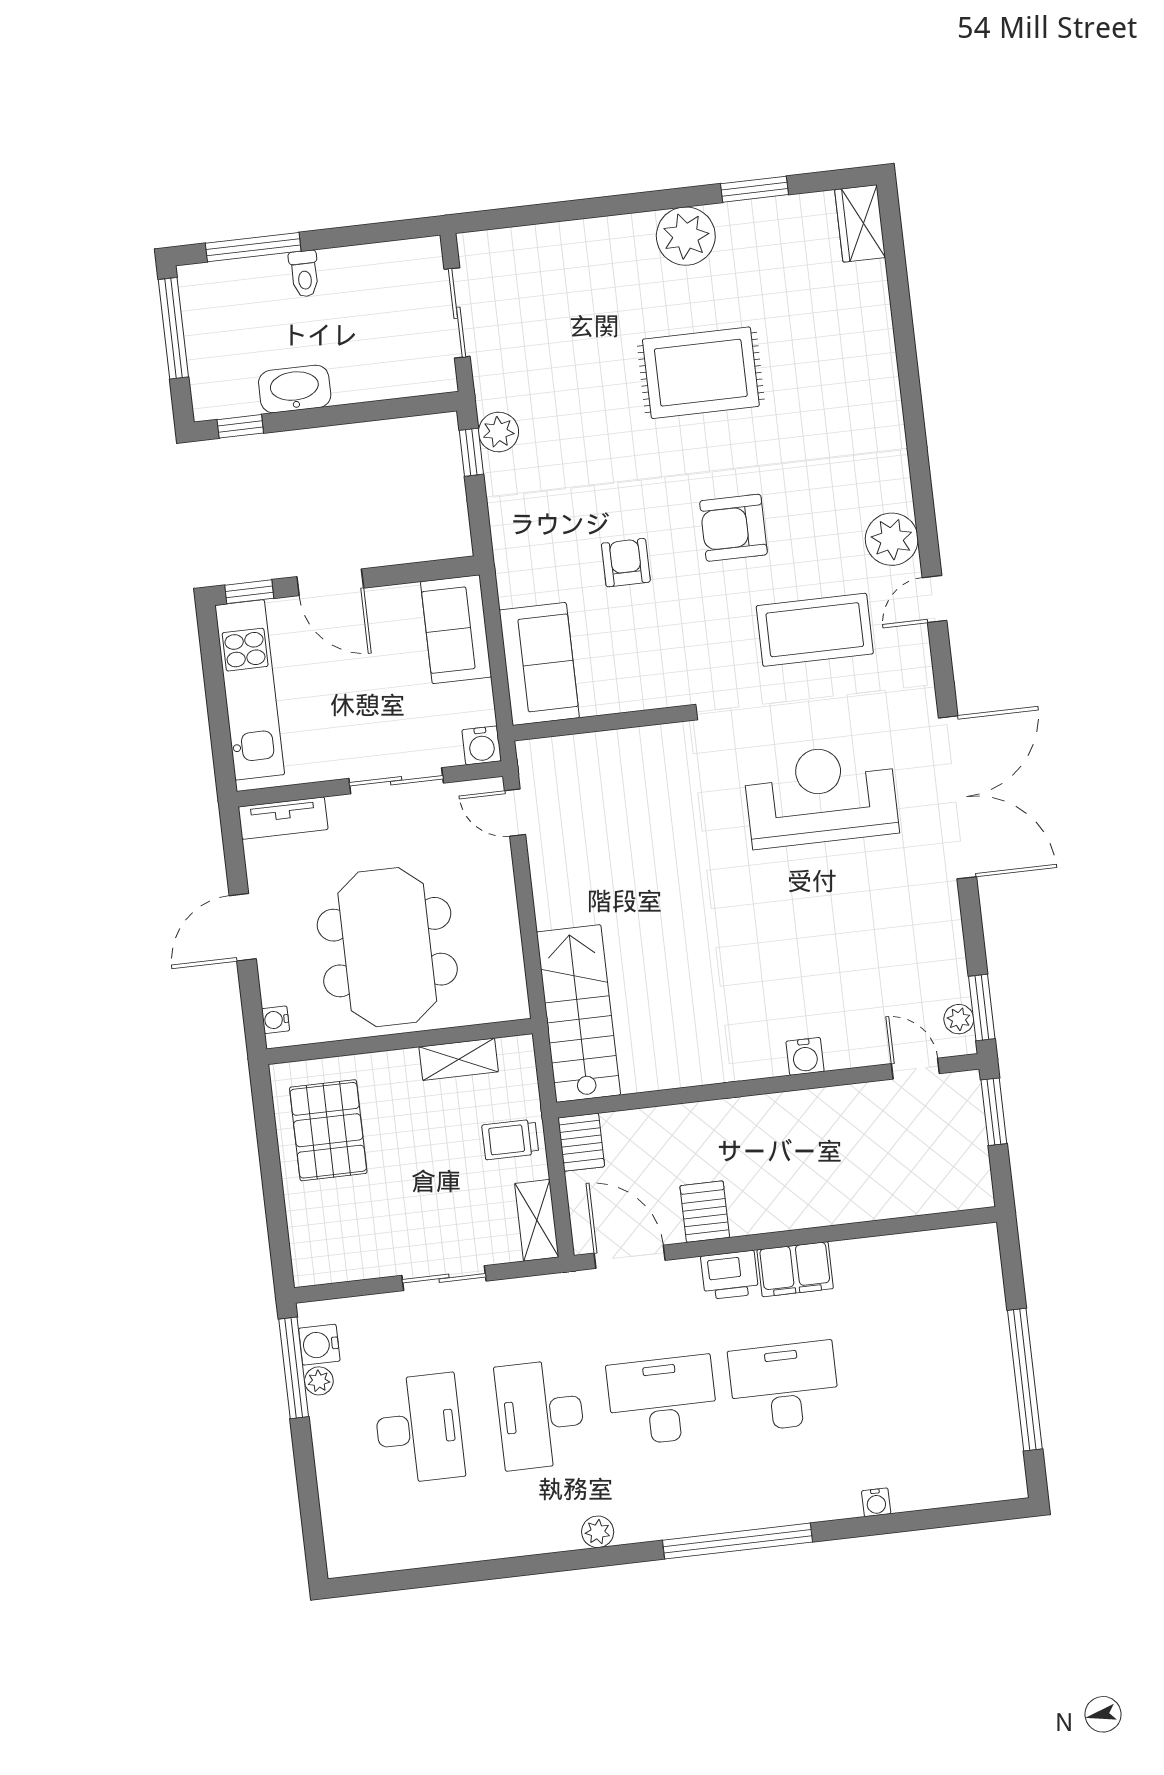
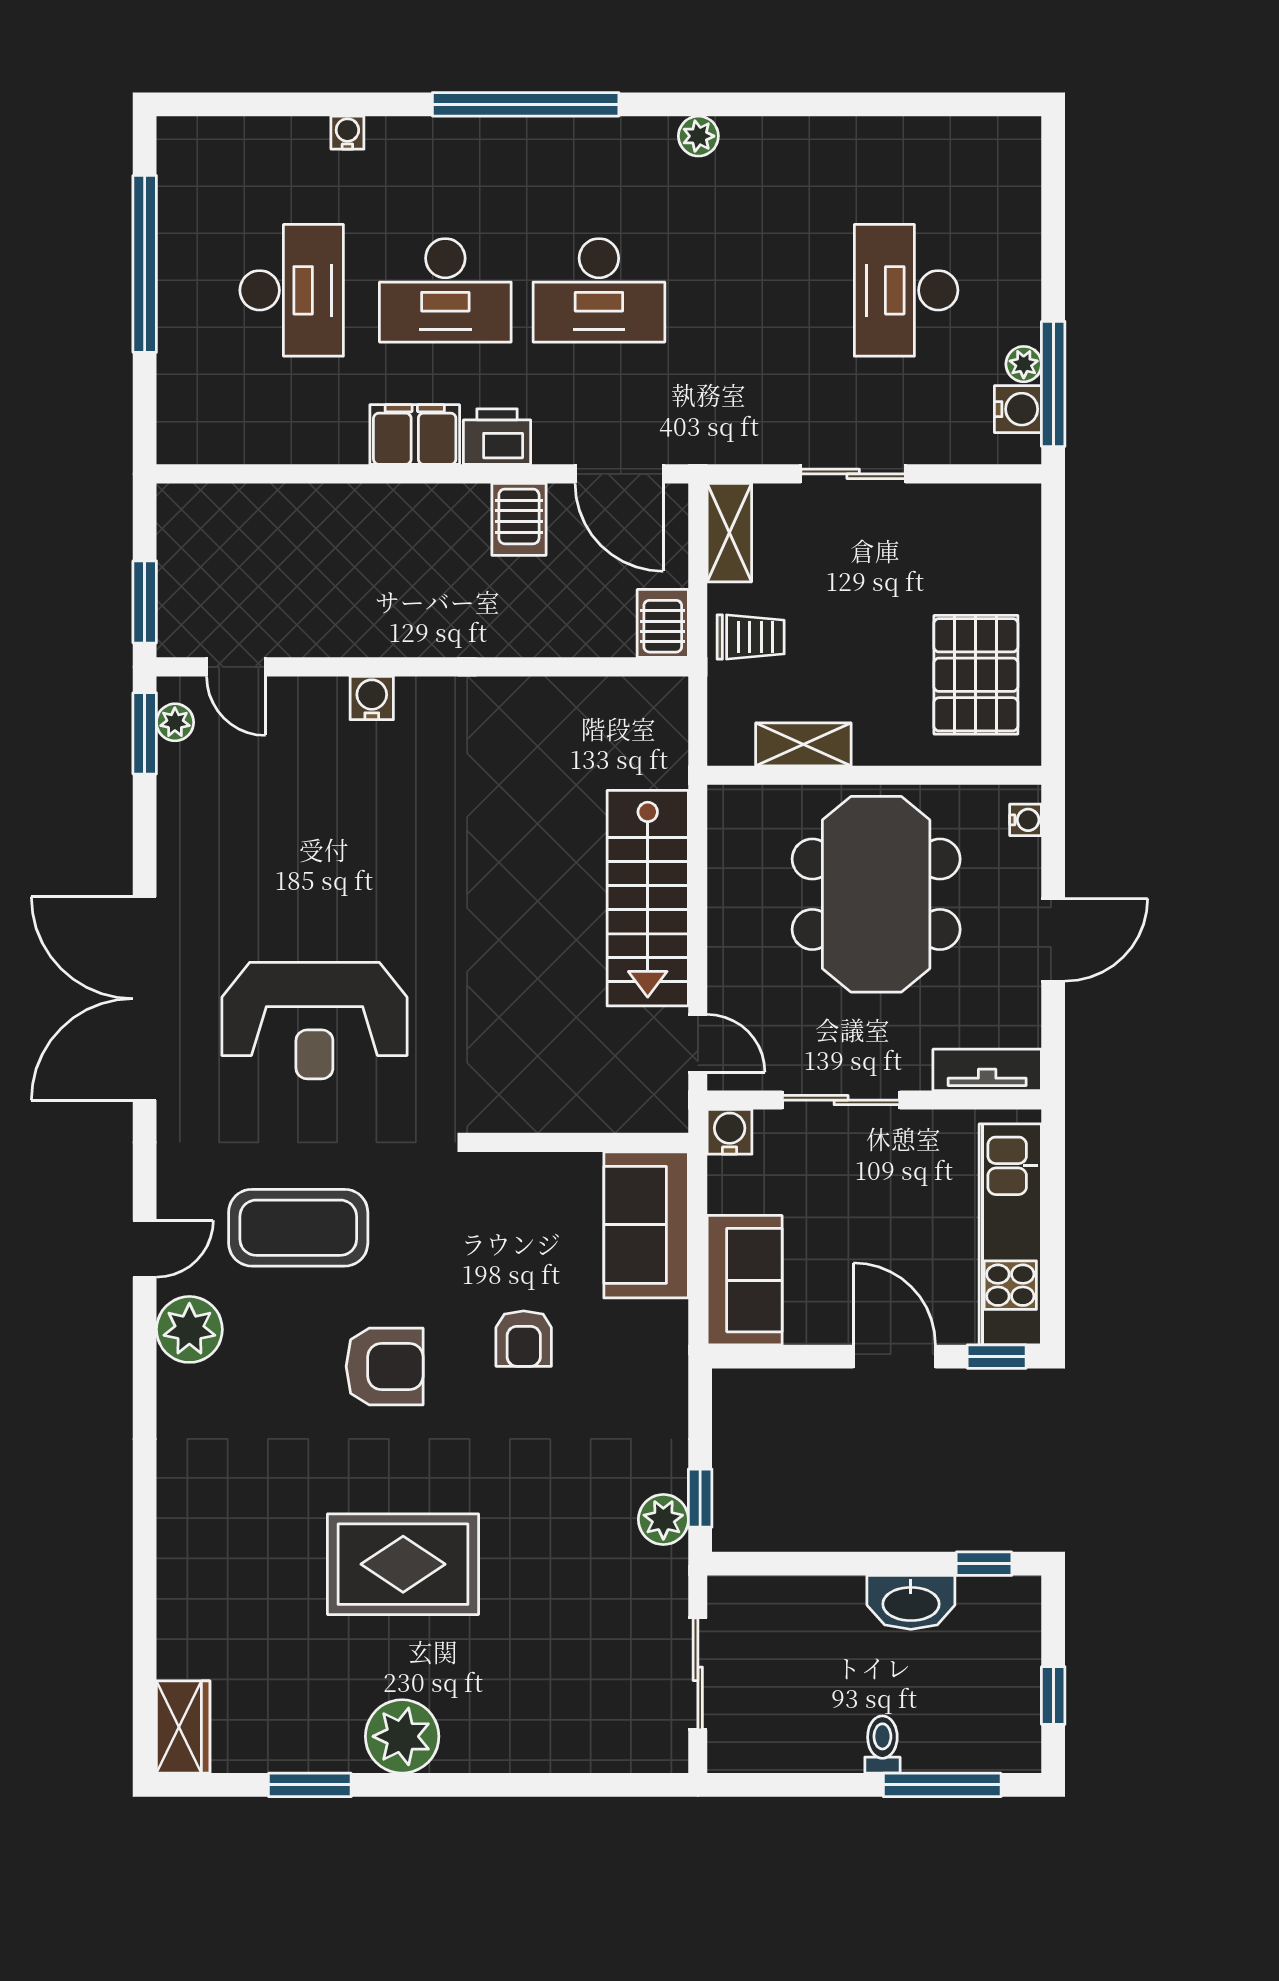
window: (173, 328) -> (1053, 1695), width x0.46
stairs: (578, 1013) -> (648, 898), moved
desk: (541, 1415) -> (292, 290), moved

